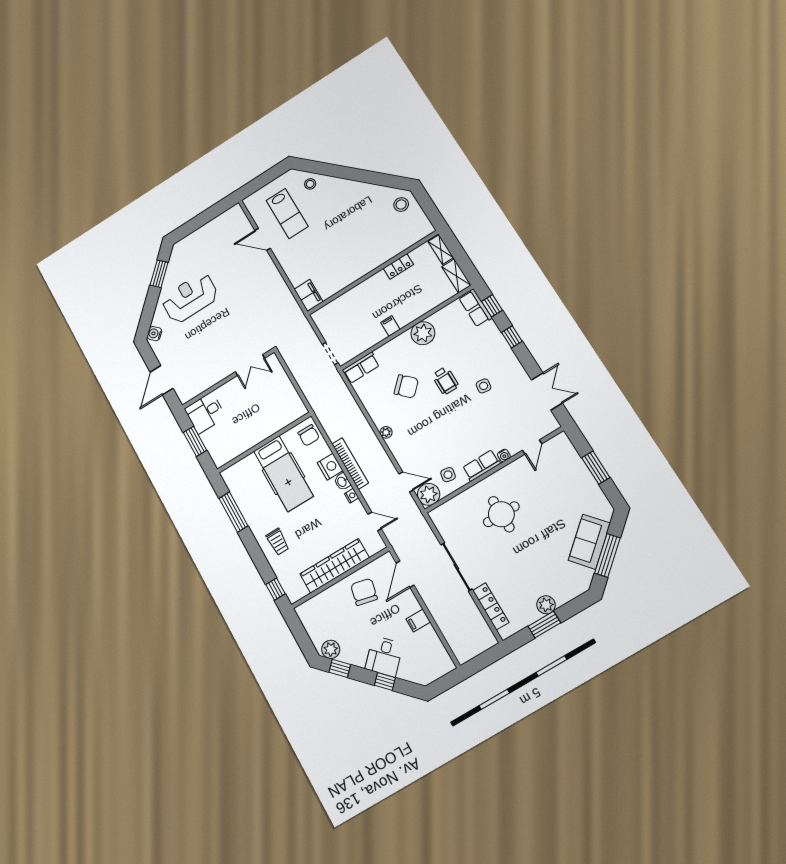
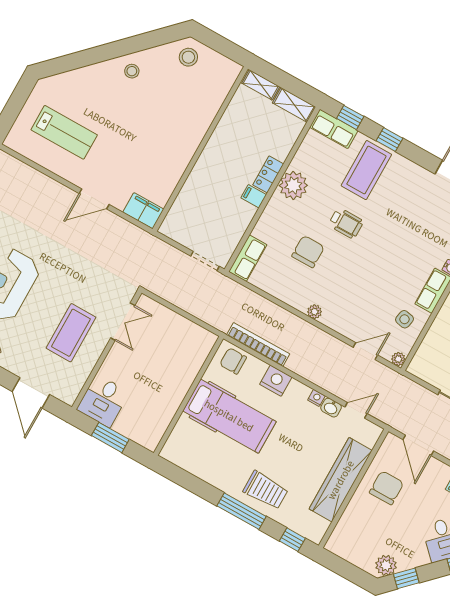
stool: (310, 184) -> (132, 71), moved
door: (263, 239) -> (94, 199), moved
locker: (398, 266) -> (268, 174), moved, turned 180
coffee table: (482, 350) -> (366, 170), added
coffee table: (212, 354) -> (71, 333), added
chair: (406, 386) -> (308, 252), turned -45
side table: (484, 386) -> (389, 207), removed
chair: (309, 435) -> (233, 361), turned 180
bookcase: (350, 463) -> (258, 344), moved
washbasin: (342, 482) -> (331, 408), moved
plant: (429, 494) -> (398, 359), width x0.53, depth x0.53
window: (233, 512) -> (242, 511), moved
trolley: (278, 542) -> (266, 490), width x1.36, depth x1.39
chair: (364, 592) -> (387, 488), turned 77

